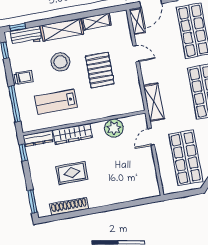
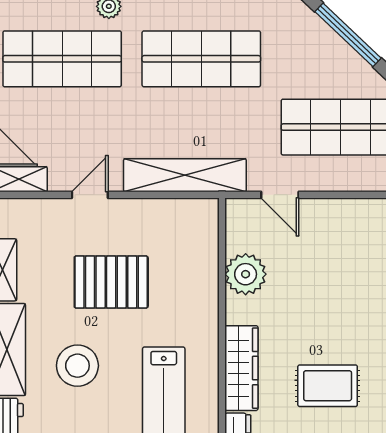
shelving: (154, 102) -> (185, 175), width x1.47
rug: (72, 173) -> (328, 386), turned 90

